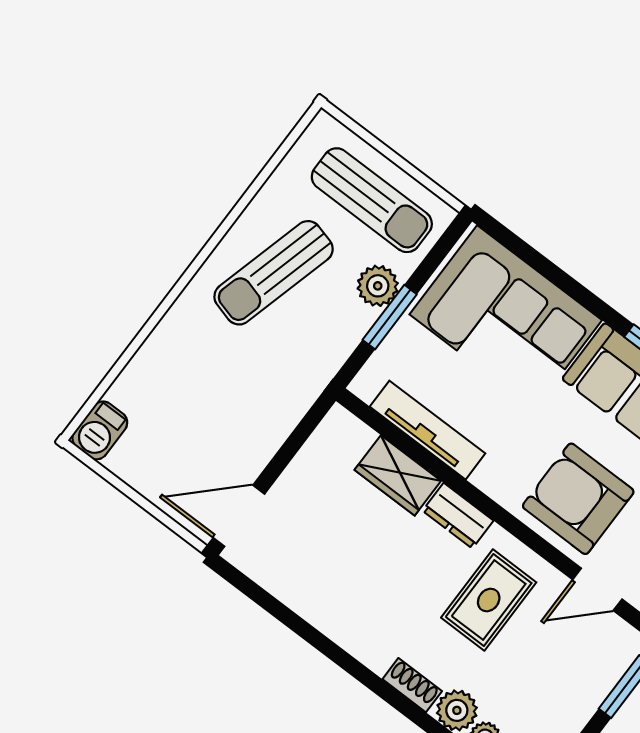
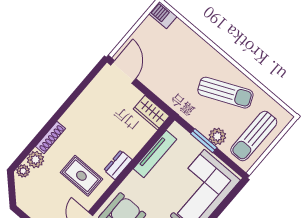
sun lounger: (274, 273) -> (225, 93), turned 141
wardrobe: (398, 475) -> (151, 113), moved, turned -90
shoe rack: (412, 685) -> (50, 137), width x1.43

